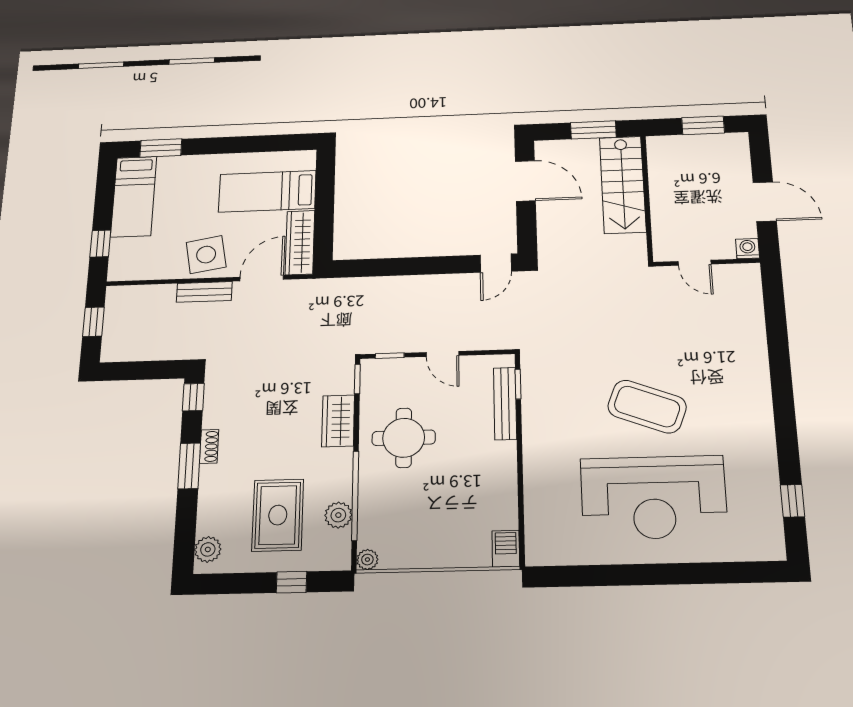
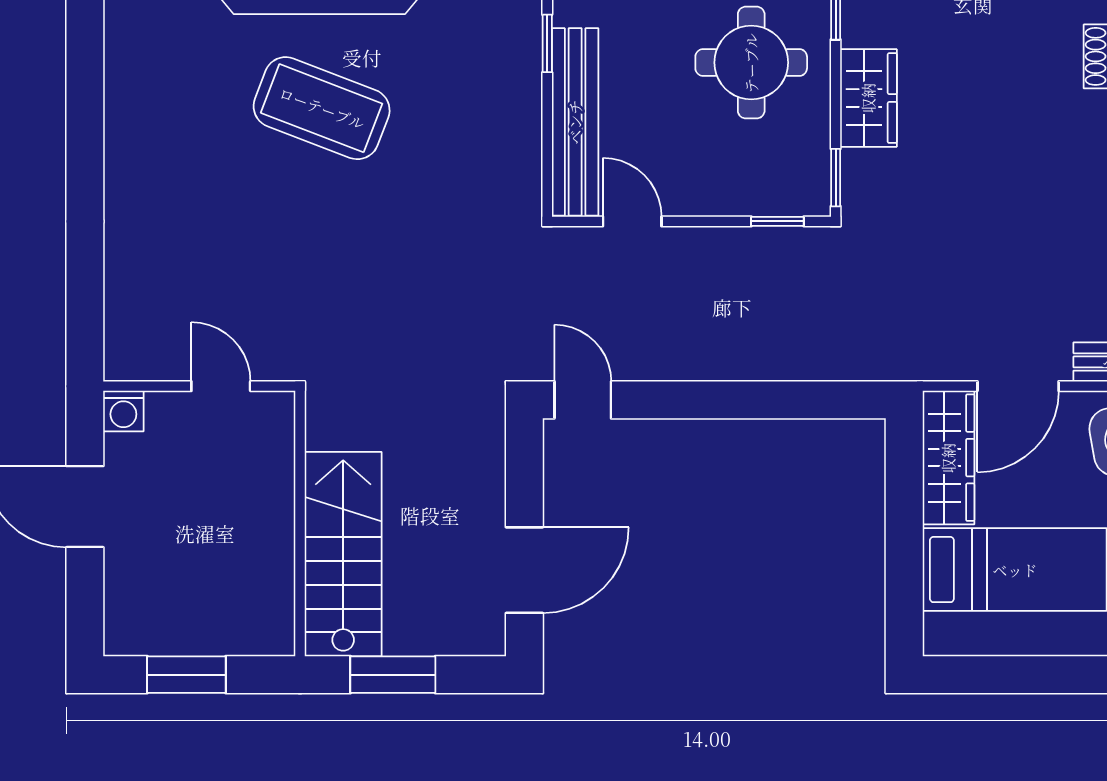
door: (525, 181) -> (524, 570), swing flipped
door: (496, 263) -> (583, 400), hinge flipped
door: (443, 354) -> (632, 221), moved
window: (518, 384) -> (547, 43), moved
bench: (505, 403) -> (575, 122), width x1.37, depth x1.21

